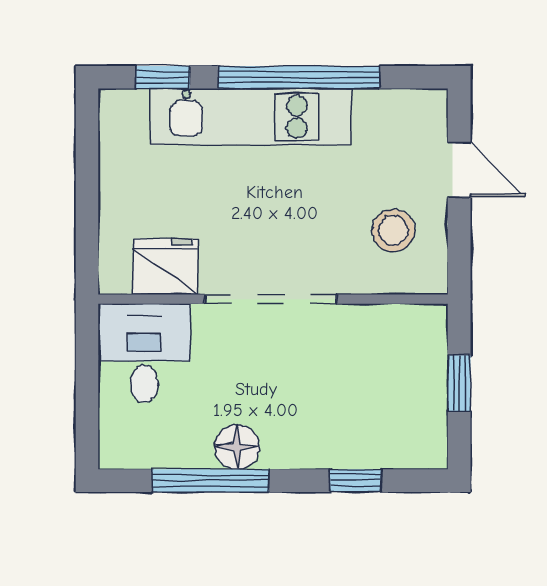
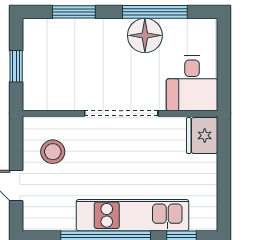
fridge: (165, 267) -> (202, 135), moved, turned 90
floor lamp: (237, 447) -> (145, 35), width x1.38, depth x1.38
window: (356, 481) -> (74, 12), width x1.50

